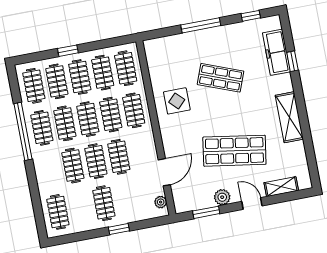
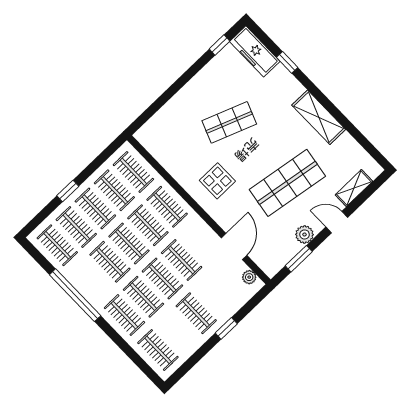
window: (201, 25) -> (178, 85), removed
freezer: (276, 52) -> (255, 51), moved
display table: (177, 101) -> (217, 181), moved
clothes rail: (42, 128) -> (124, 315), moved

